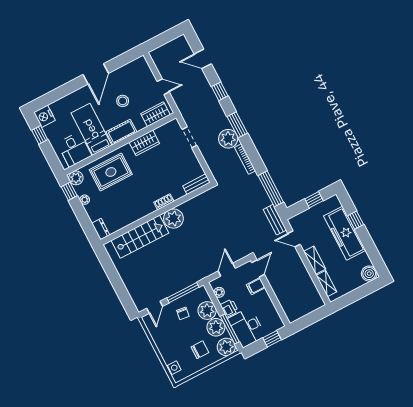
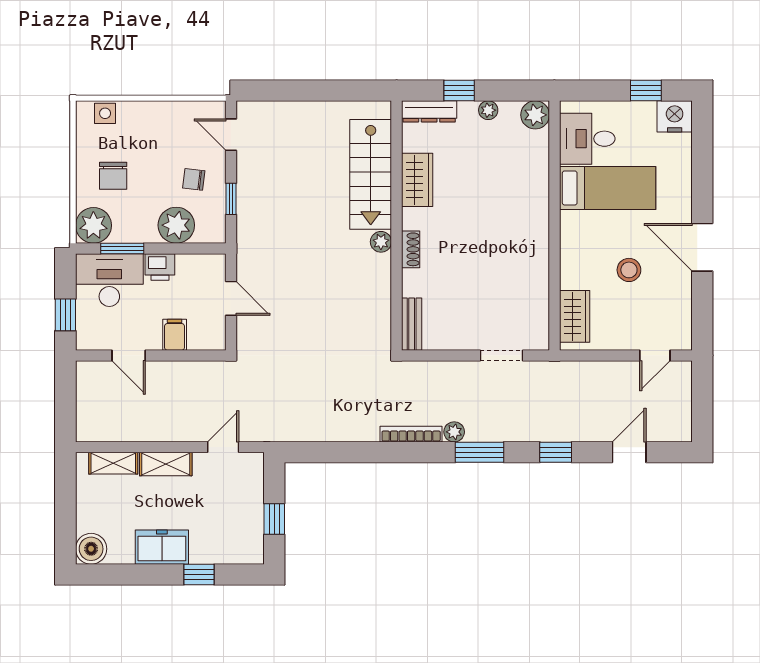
door: (163, 87) -> (655, 355), moved
cot: (122, 132) -> (575, 239), removed
plant: (228, 139) -> (454, 432), width x0.53, depth x0.53
wardrobe: (144, 143) -> (417, 180), moved, turned 180
rug: (111, 172) -> (513, 183), removed
window: (271, 189) -> (334, 452), removed
window: (69, 191) -> (459, 90), moved
plant: (173, 219) -> (381, 242), width x0.53, depth x0.53
bench: (275, 220) -> (275, 431), removed
dresser: (101, 229) -> (429, 111), width x1.44
freezer: (345, 233) -> (162, 547), width x0.52, depth x0.79
door: (258, 268) -> (129, 355), moved
plant: (219, 292) -> (198, 264), removed
window: (183, 293) -> (231, 199), width x0.46
plant: (216, 327) -> (138, 225), removed
window: (230, 329) -> (122, 248), width x0.69

